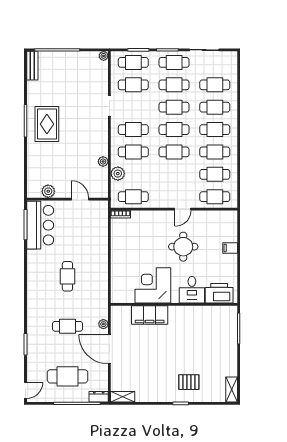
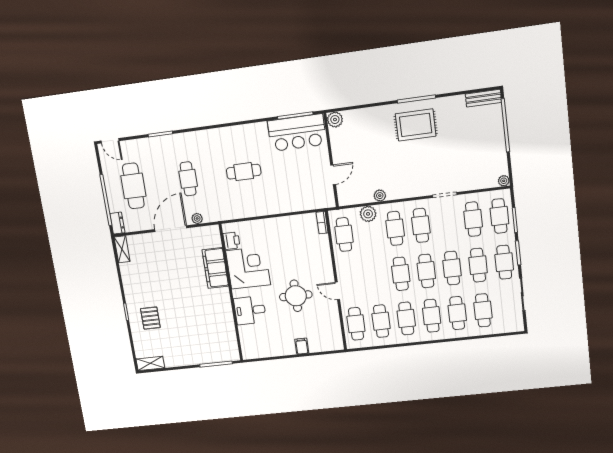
plant: (48, 191) -> (335, 120), moved
printer: (219, 293) -> (231, 241), moved, width x0.53, depth x0.68

